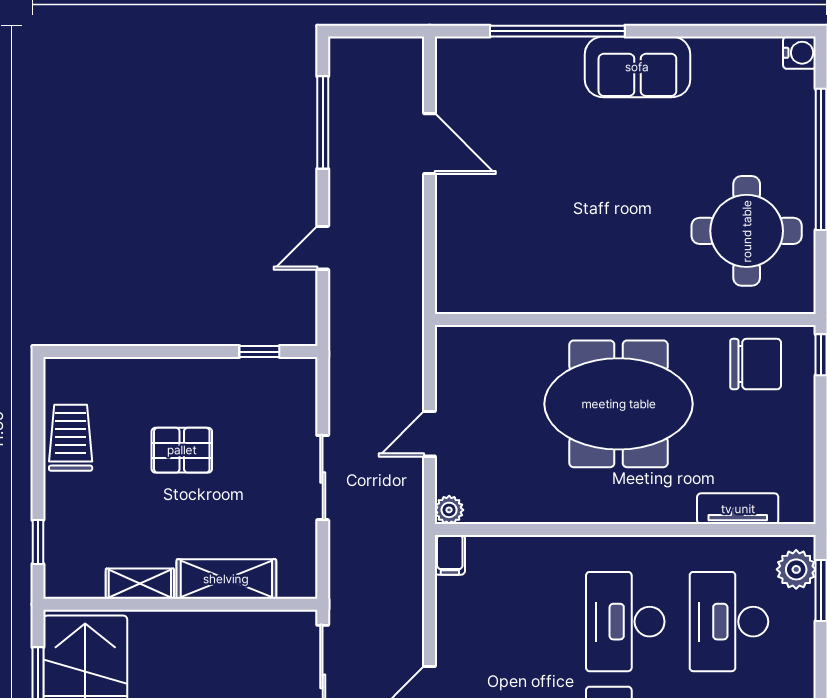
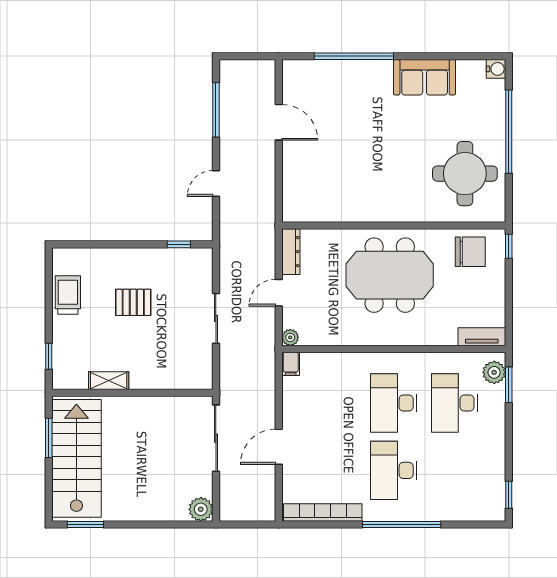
sofa: (637, 67) -> (425, 77), moved
dresser: (450, 364) -> (291, 252), added
tv unit: (738, 509) -> (482, 337), moved
shelving: (226, 579) -> (159, 378), removed

